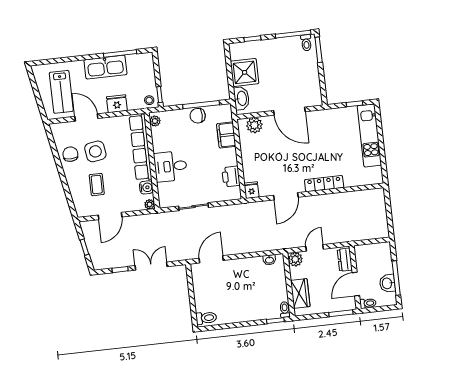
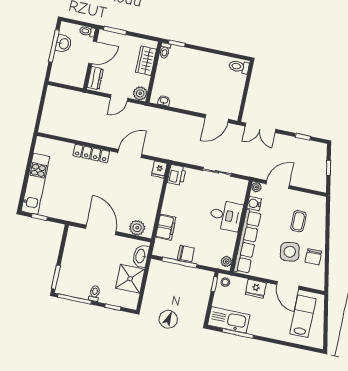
toilet: (306, 43) -> (95, 293), moved
kitchen sink: (105, 67) -> (229, 320), moved
printer: (231, 177) -> (177, 175), moved
door: (110, 216) -> (278, 185), moved
double door: (151, 266) -> (260, 128), moved

